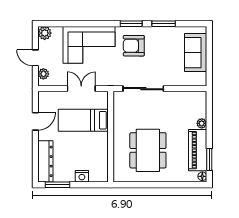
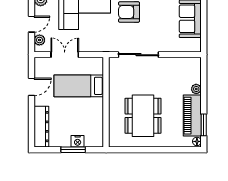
door: (35, 58) -> (31, 24), swing flipped
double door: (81, 89) -> (65, 55), moved
window: (58, 185) -> (73, 150), moved

